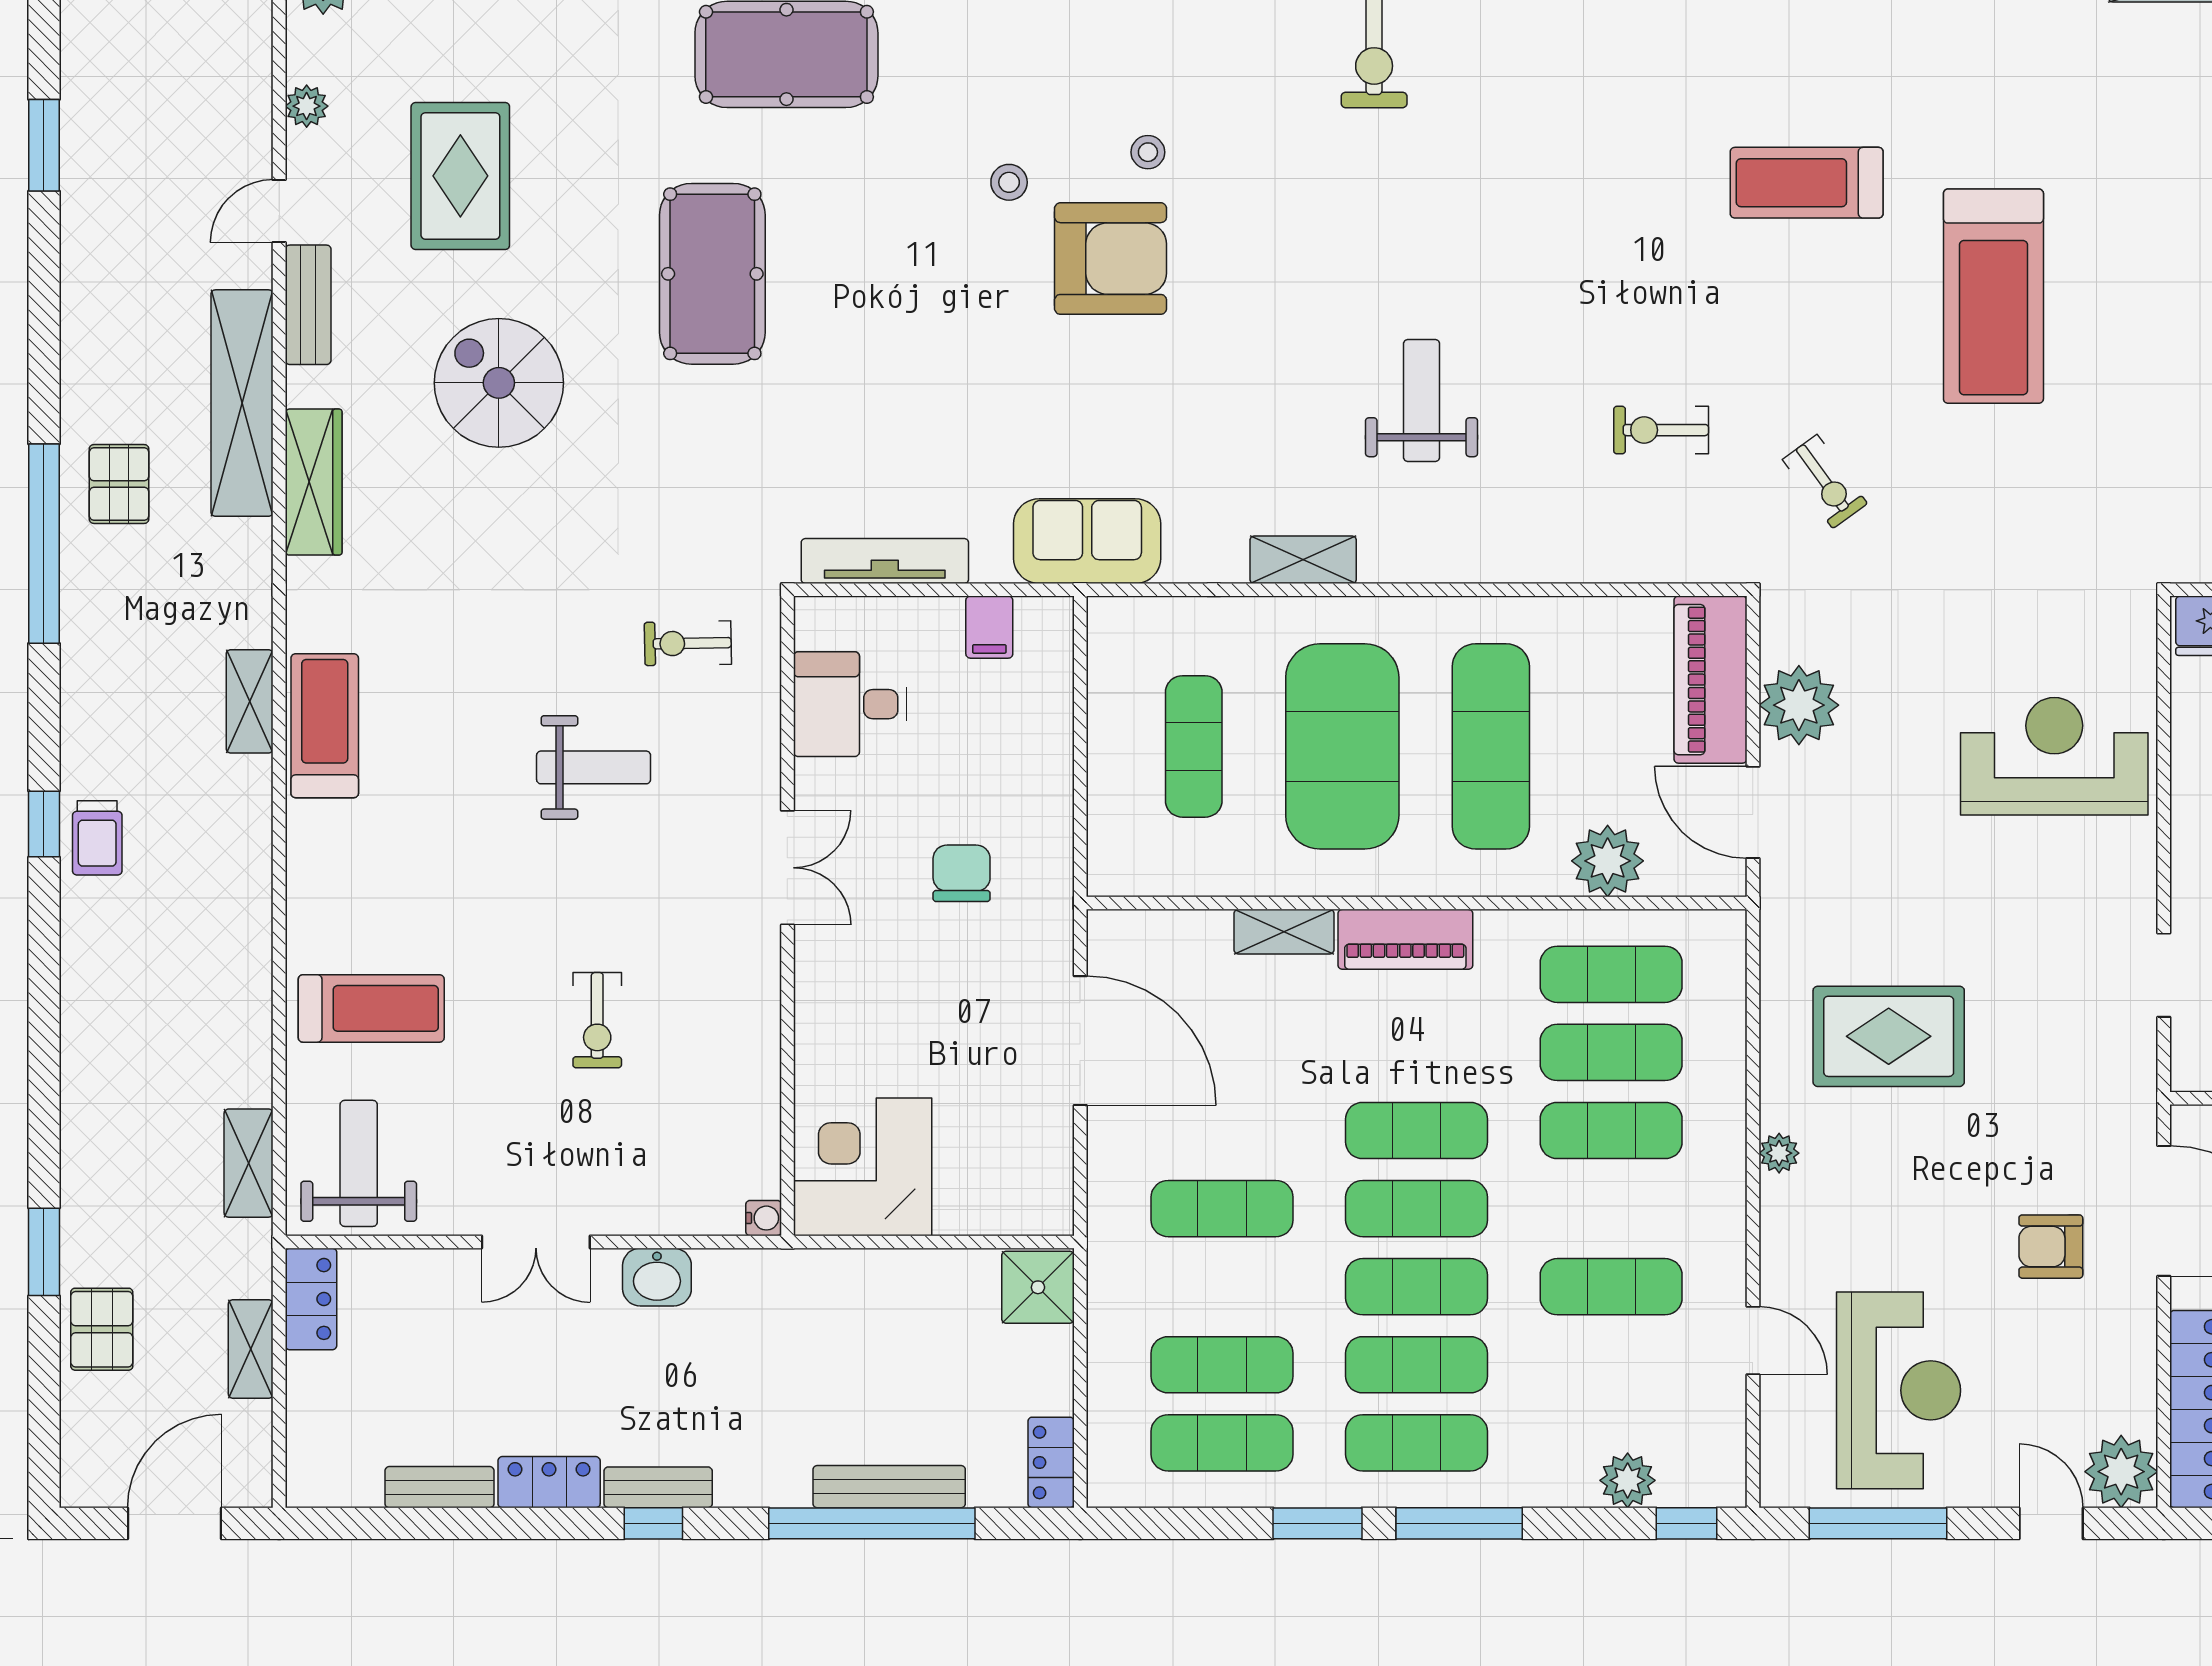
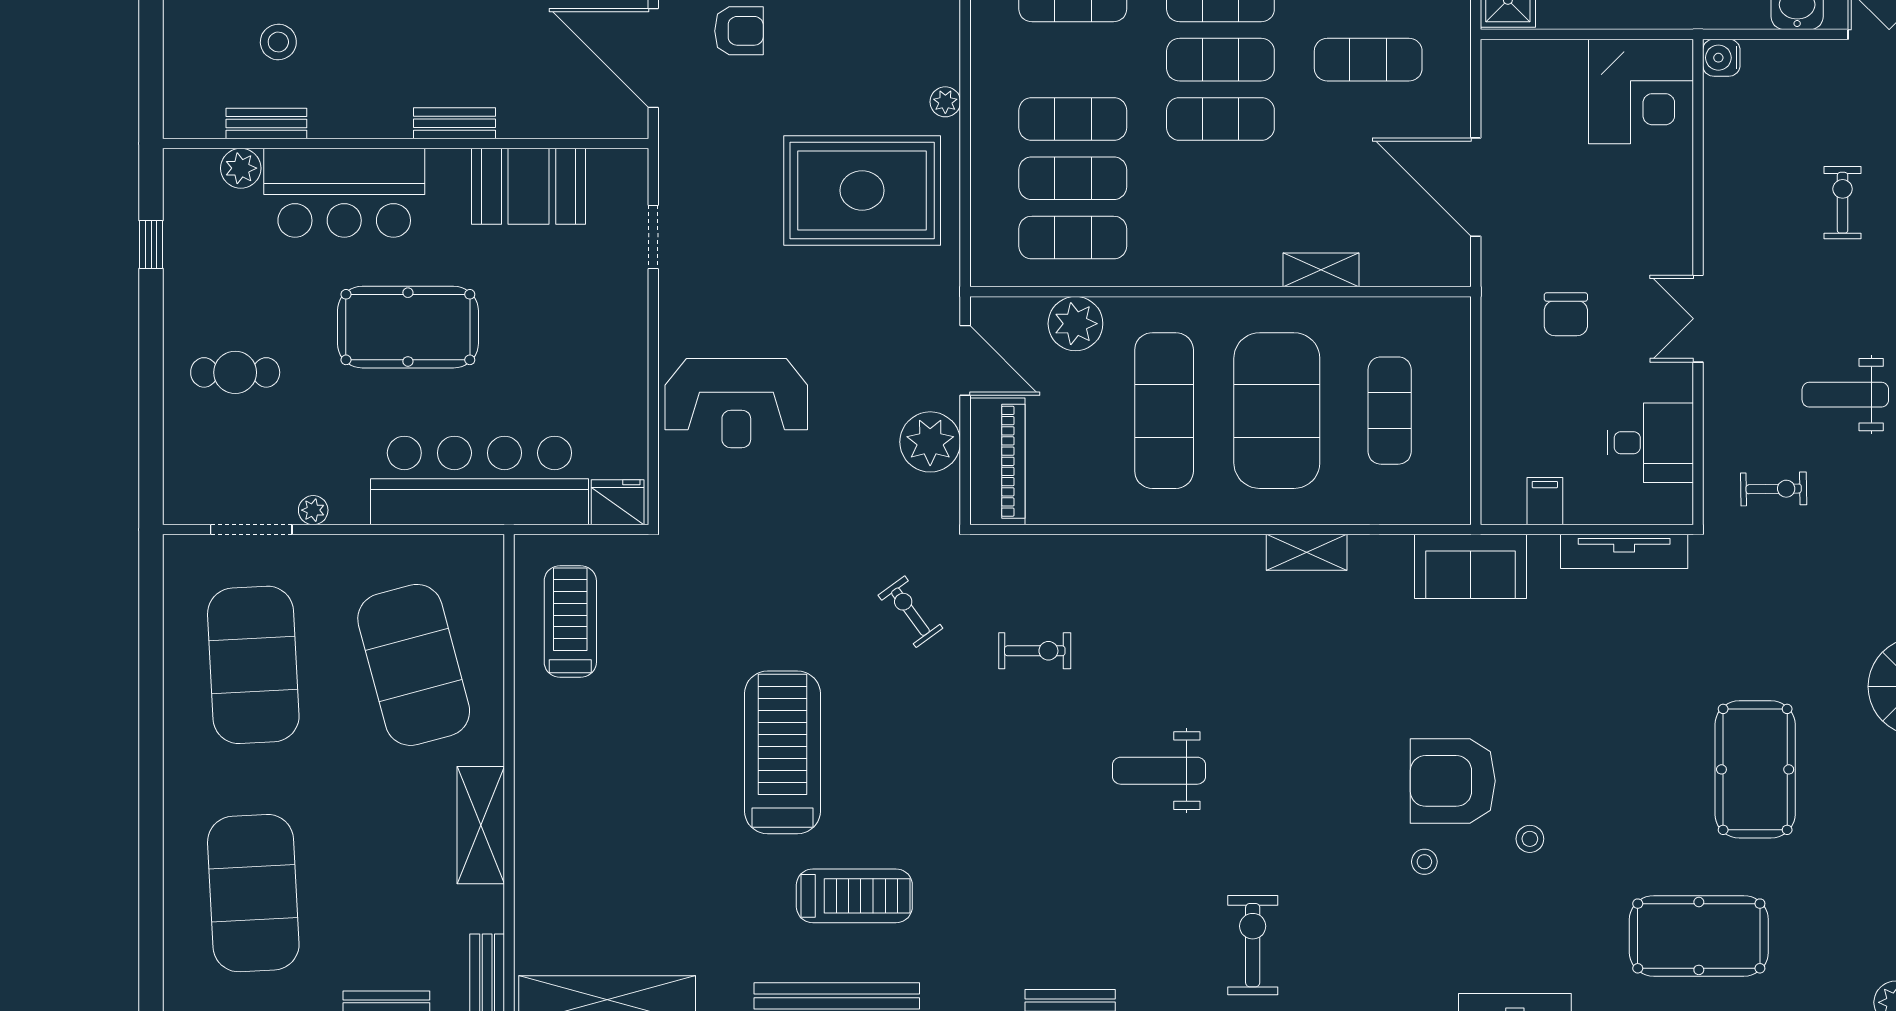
treadmill: (1807, 183) -> (854, 896), moved
weight bench: (1422, 400) -> (1159, 771), moved, turned 90
piano: (1405, 939) -> (1229, 264), removed
rug: (1889, 1036) -> (862, 190), width x1.37, depth x1.44
water cooler: (764, 1218) -> (1721, 58), width x1.38, depth x1.38

